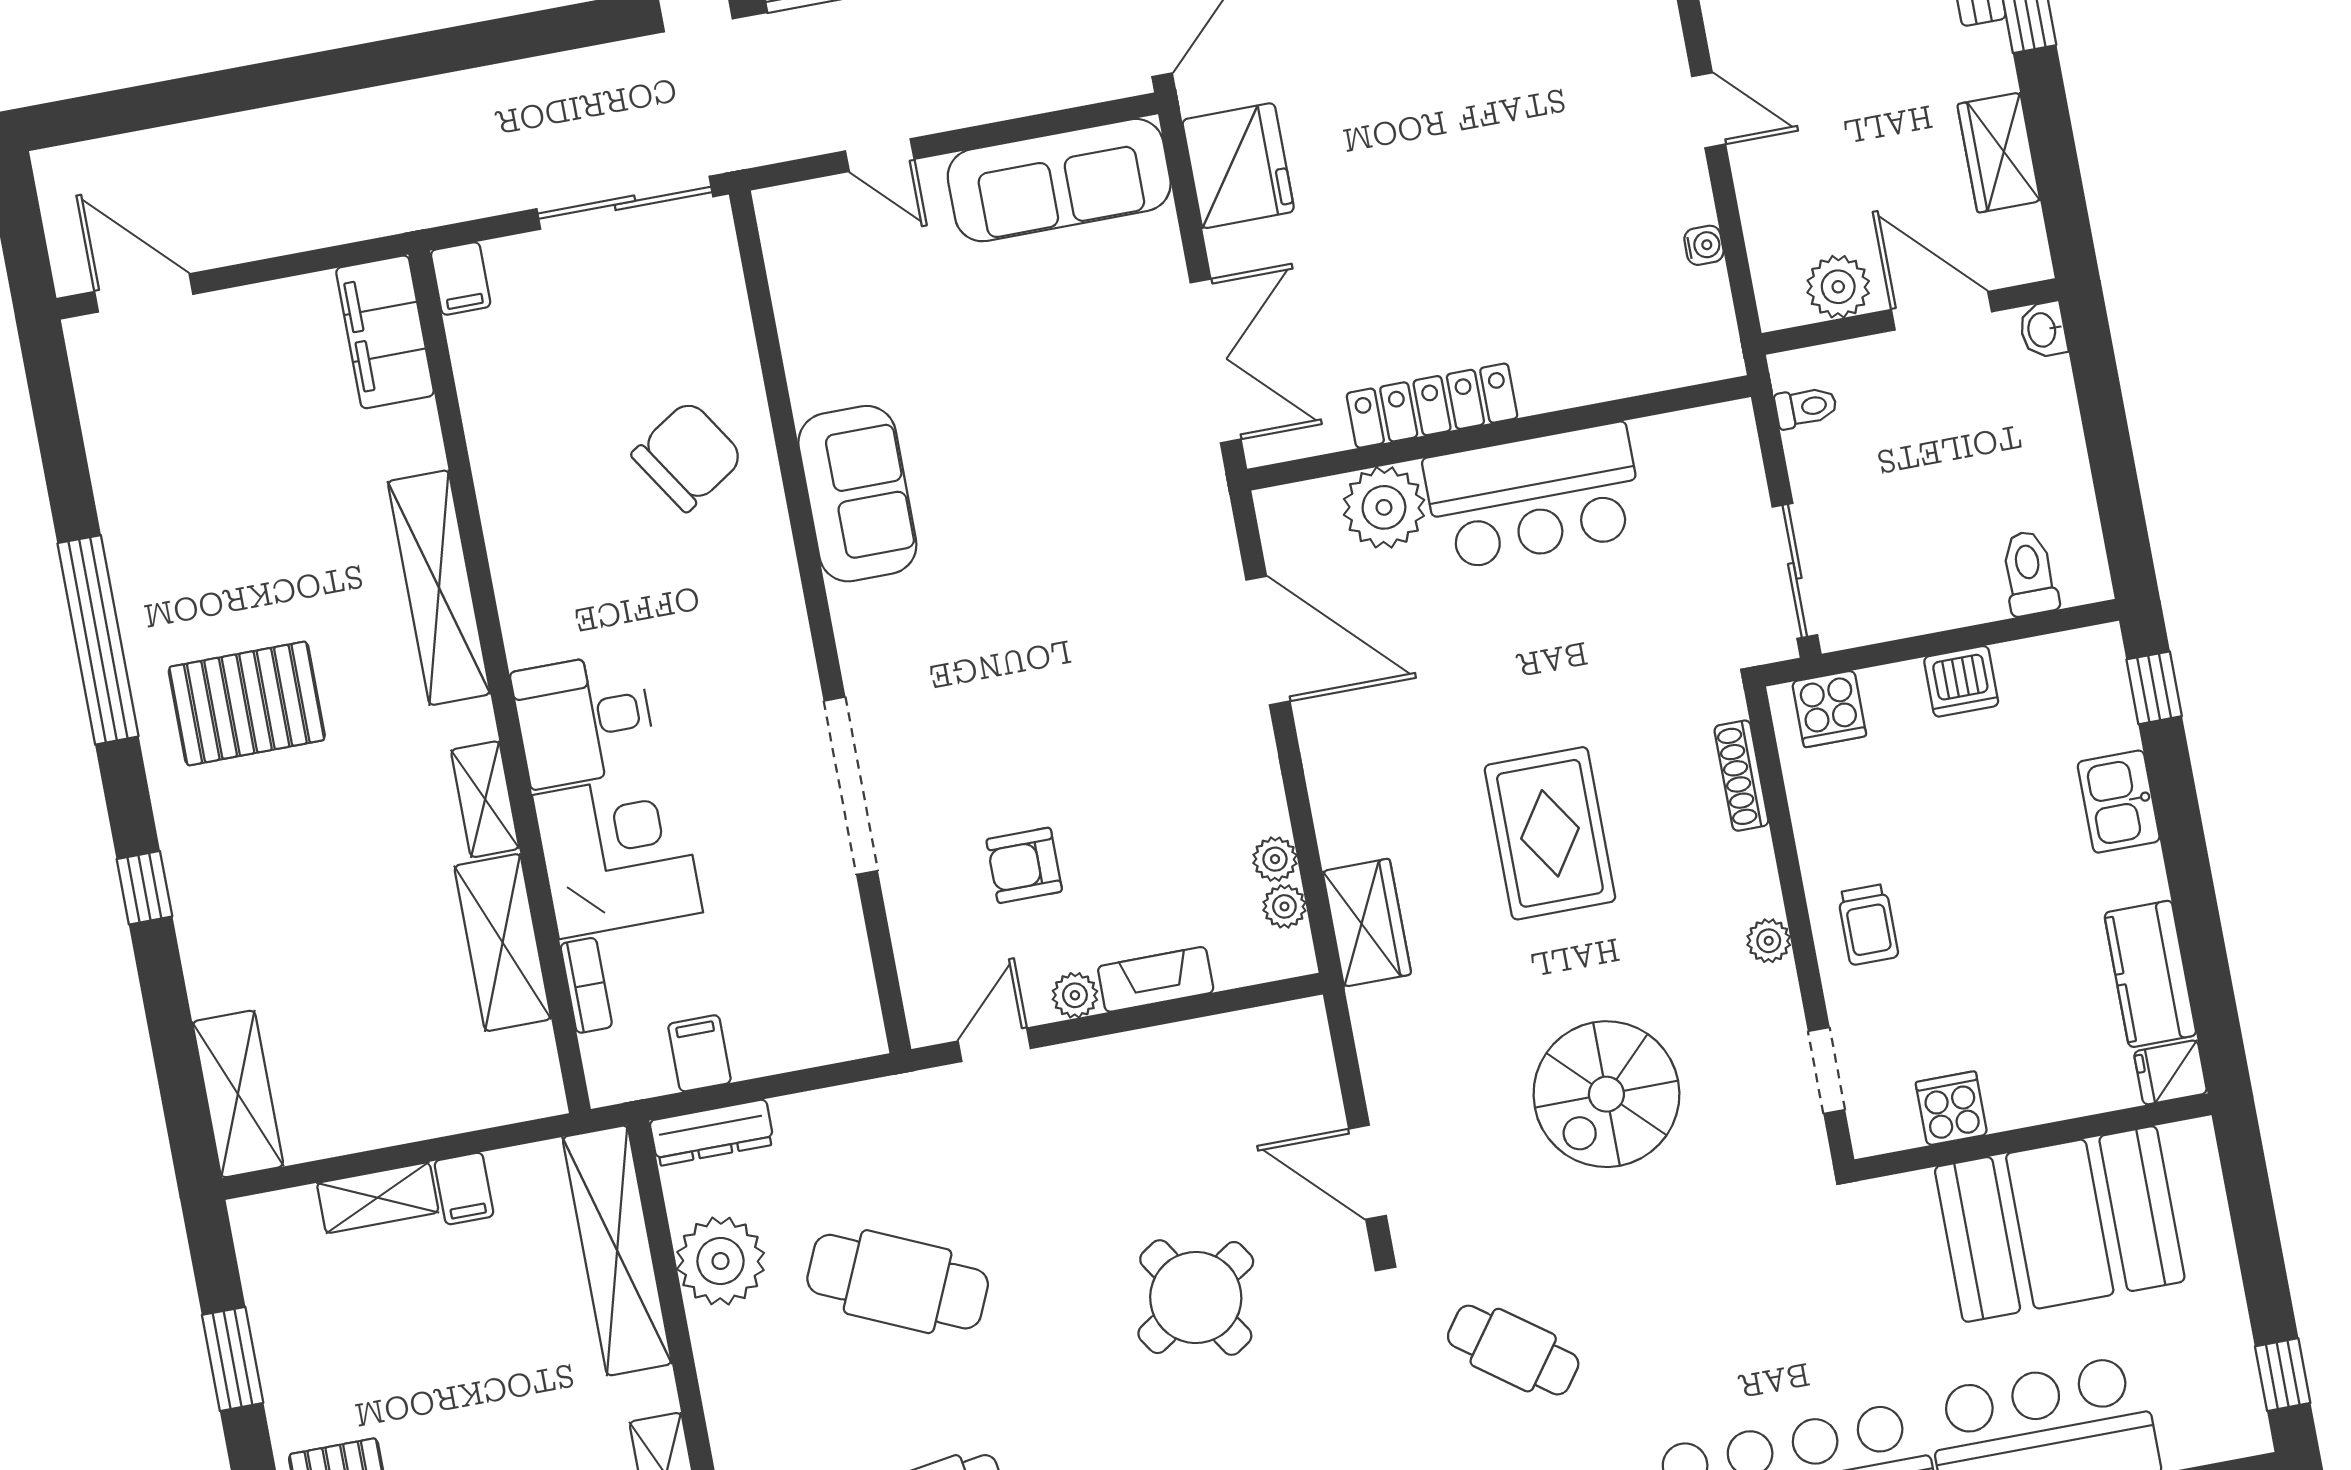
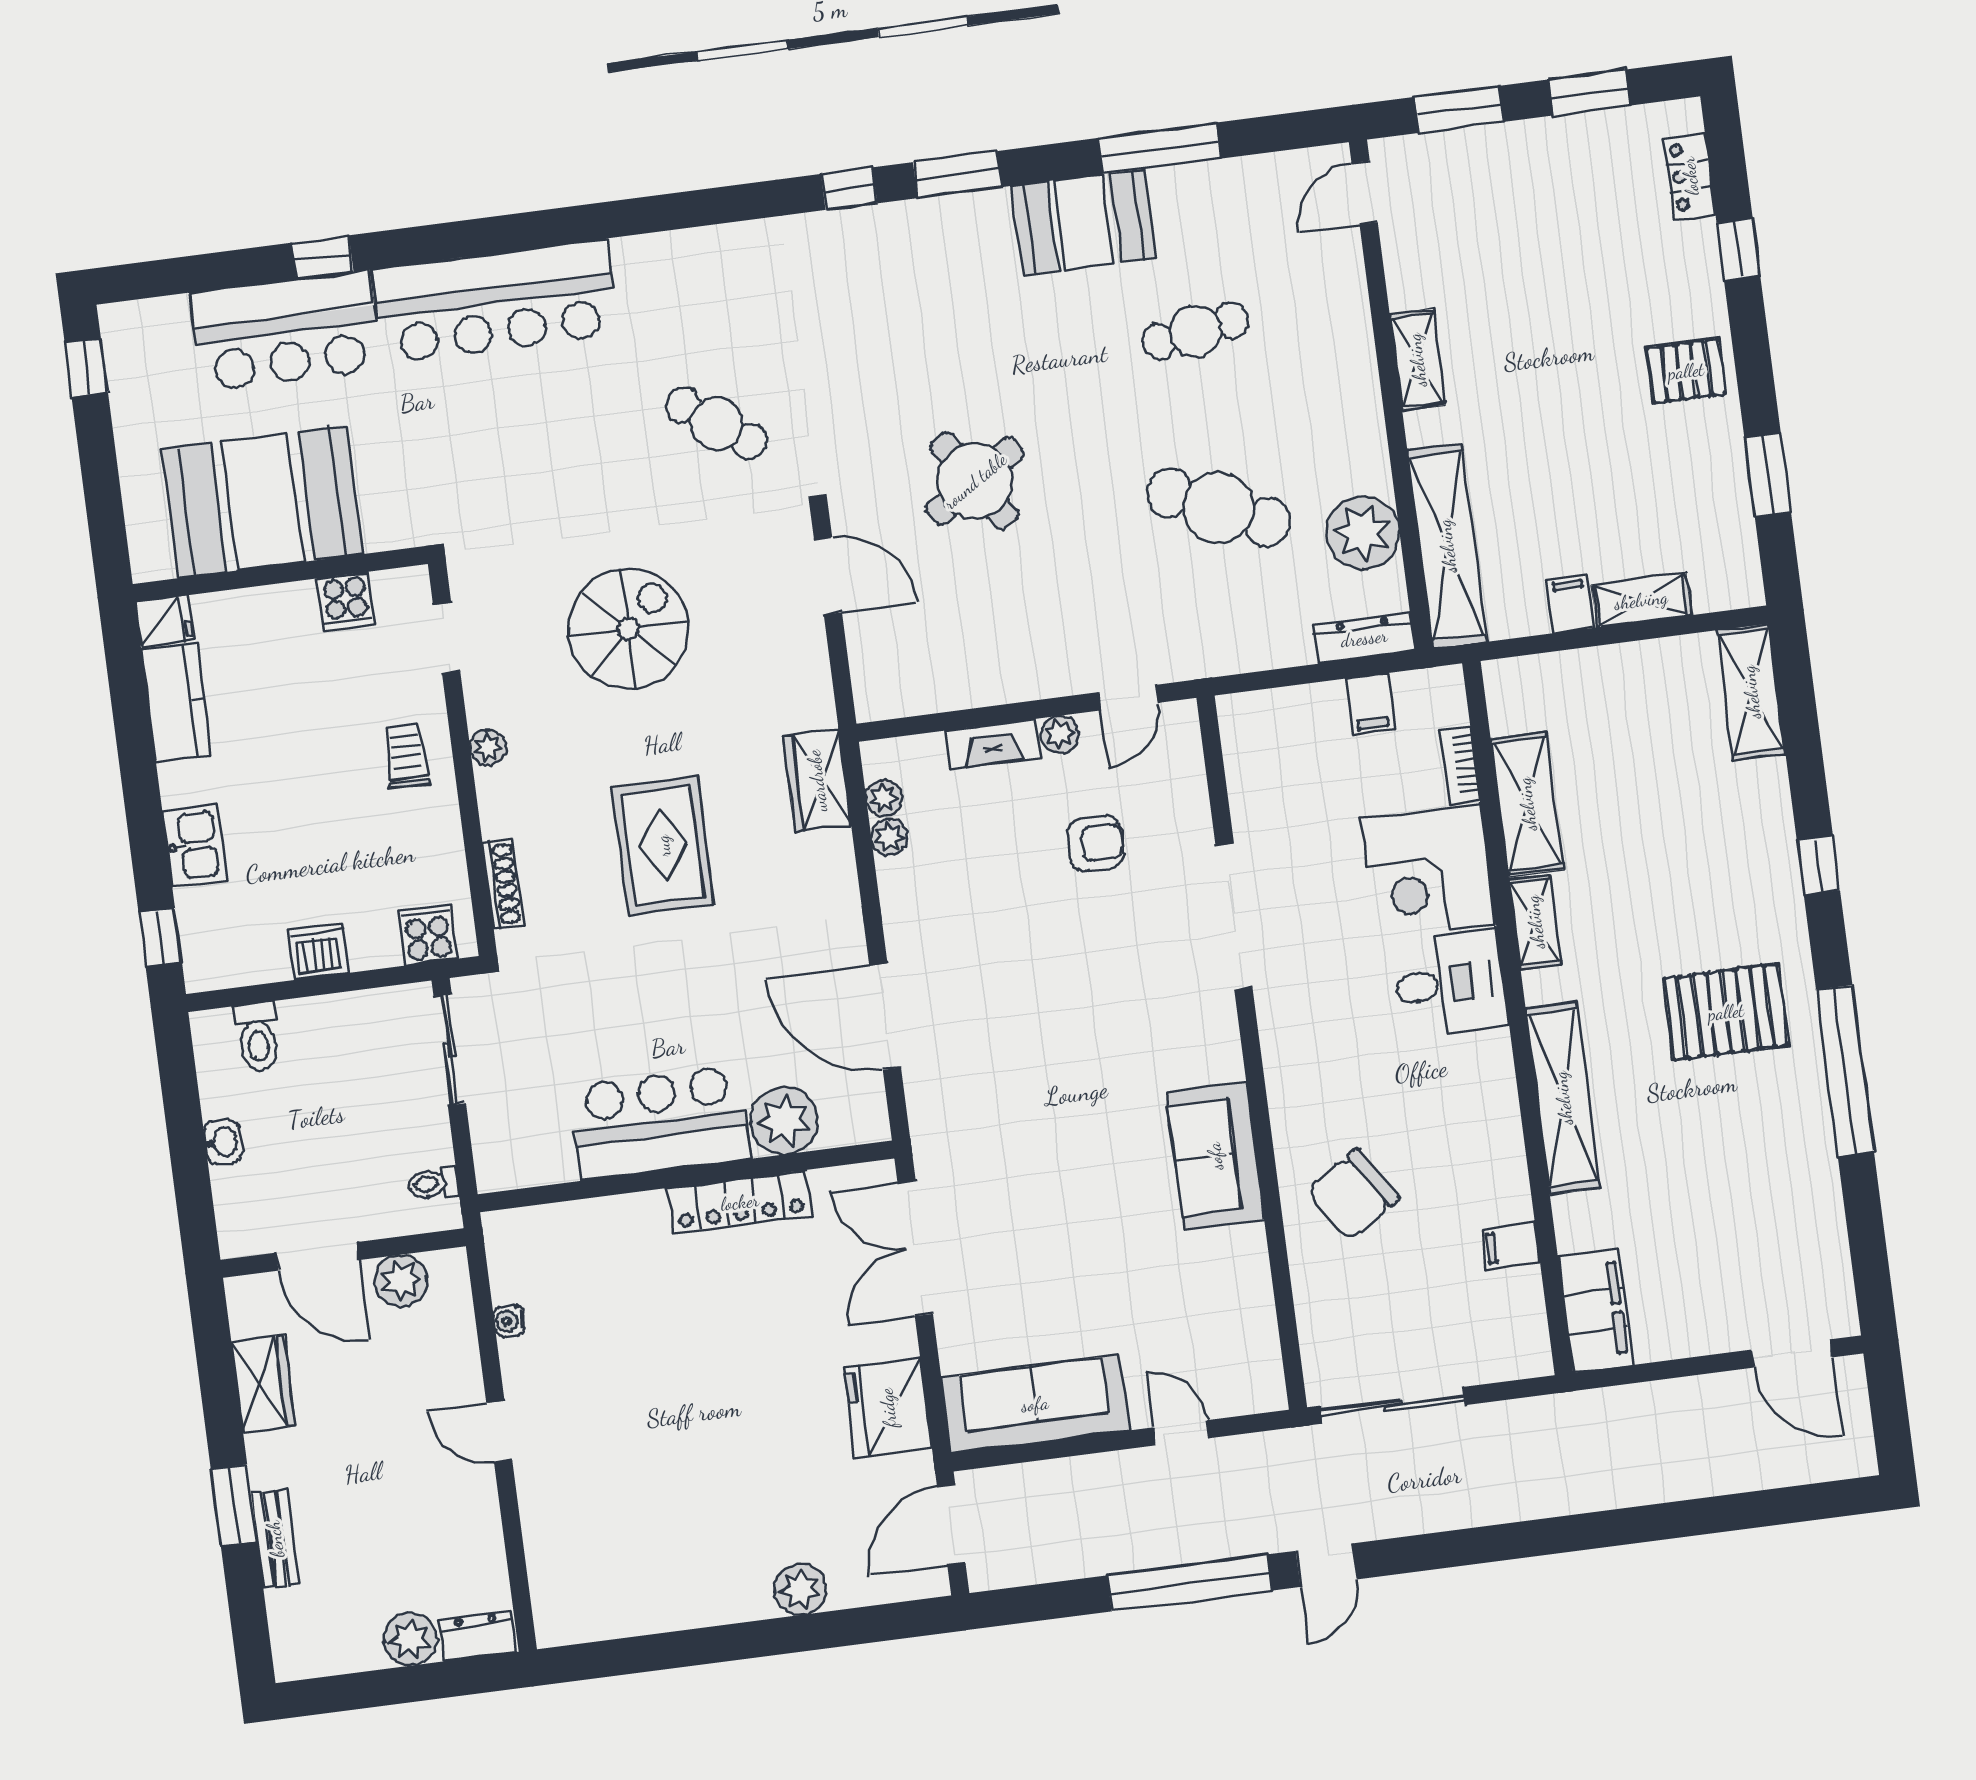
filing cabinet: (461, 279) -> (1510, 1246), moved, turned -90
washbasin: (2043, 330) -> (223, 1142), moved

